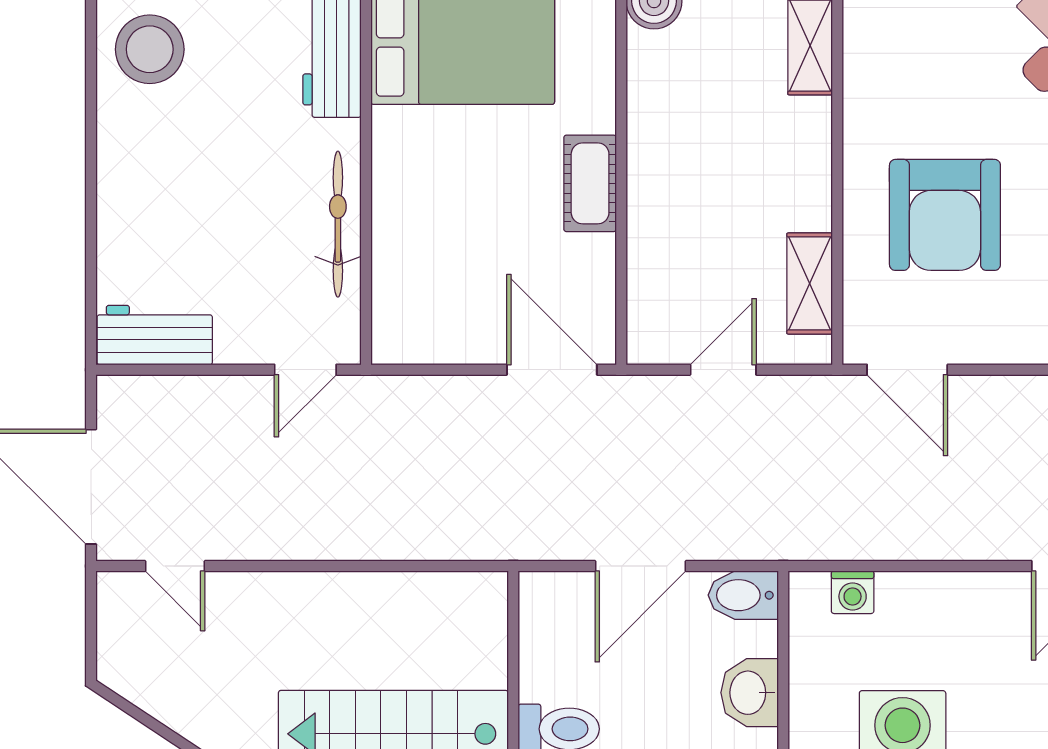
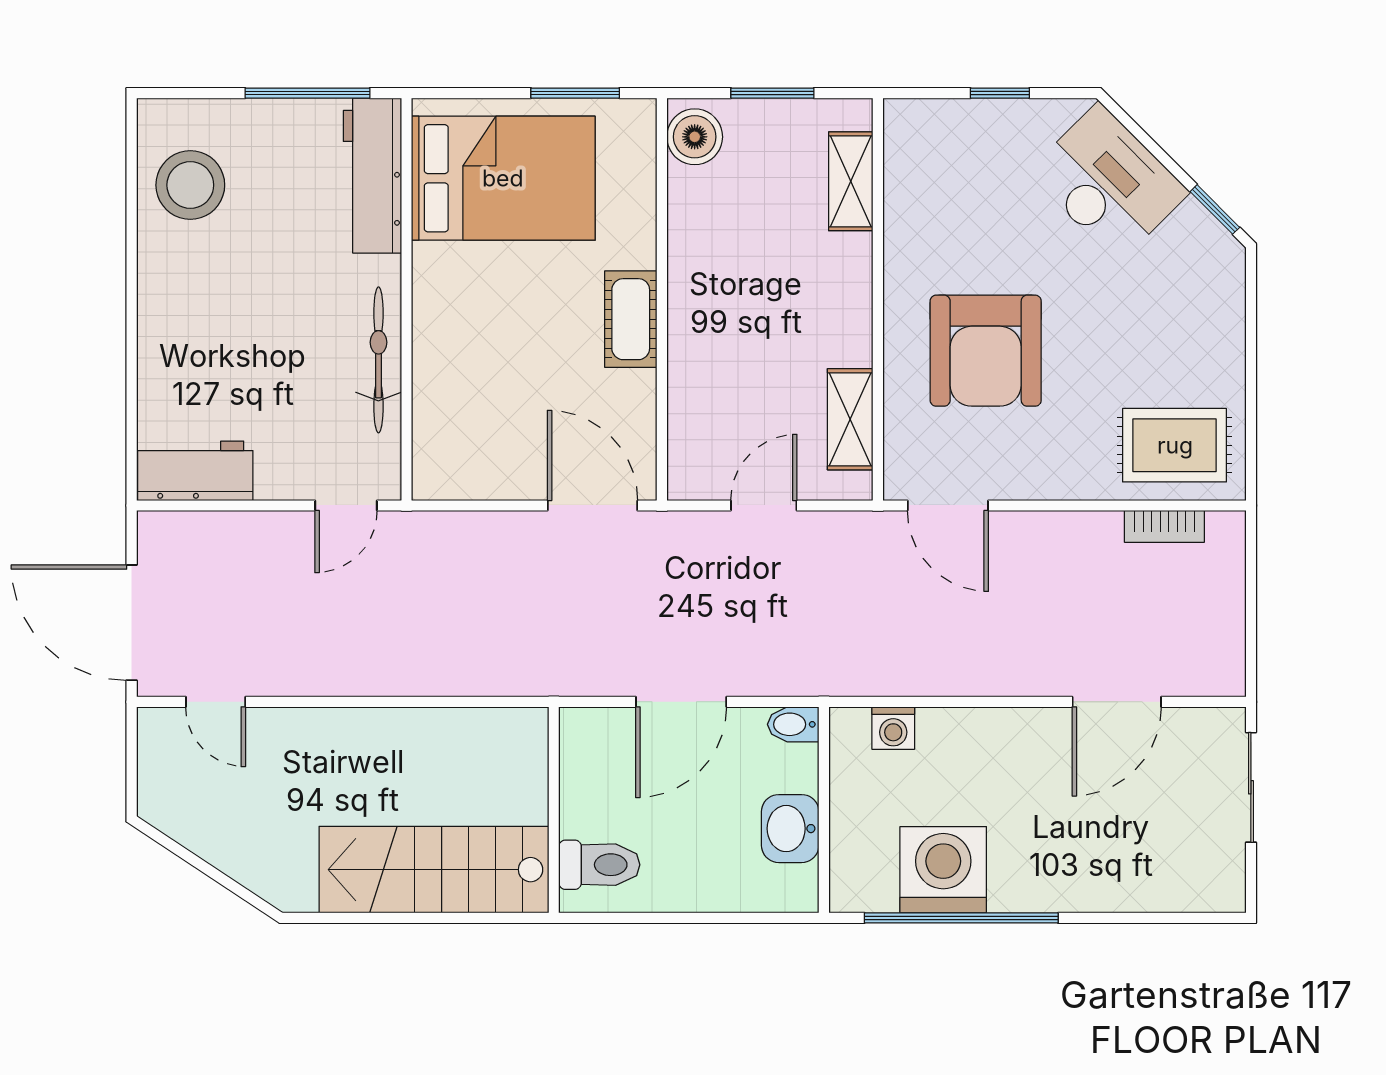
bidet: (743, 595) -> (793, 724), width x0.72, depth x0.74

